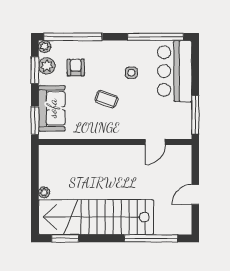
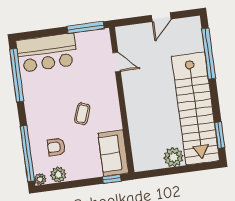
window: (35, 70) -> (64, 185), removed
side table: (131, 73) -> (54, 94), removed
sofa: (52, 108) -> (113, 153), moved, turned -90
window: (35, 120) -> (112, 179), width x0.67
plant: (44, 192) -> (173, 157), width x1.88, depth x1.88
door: (195, 194) -> (161, 17), hinge flipped

